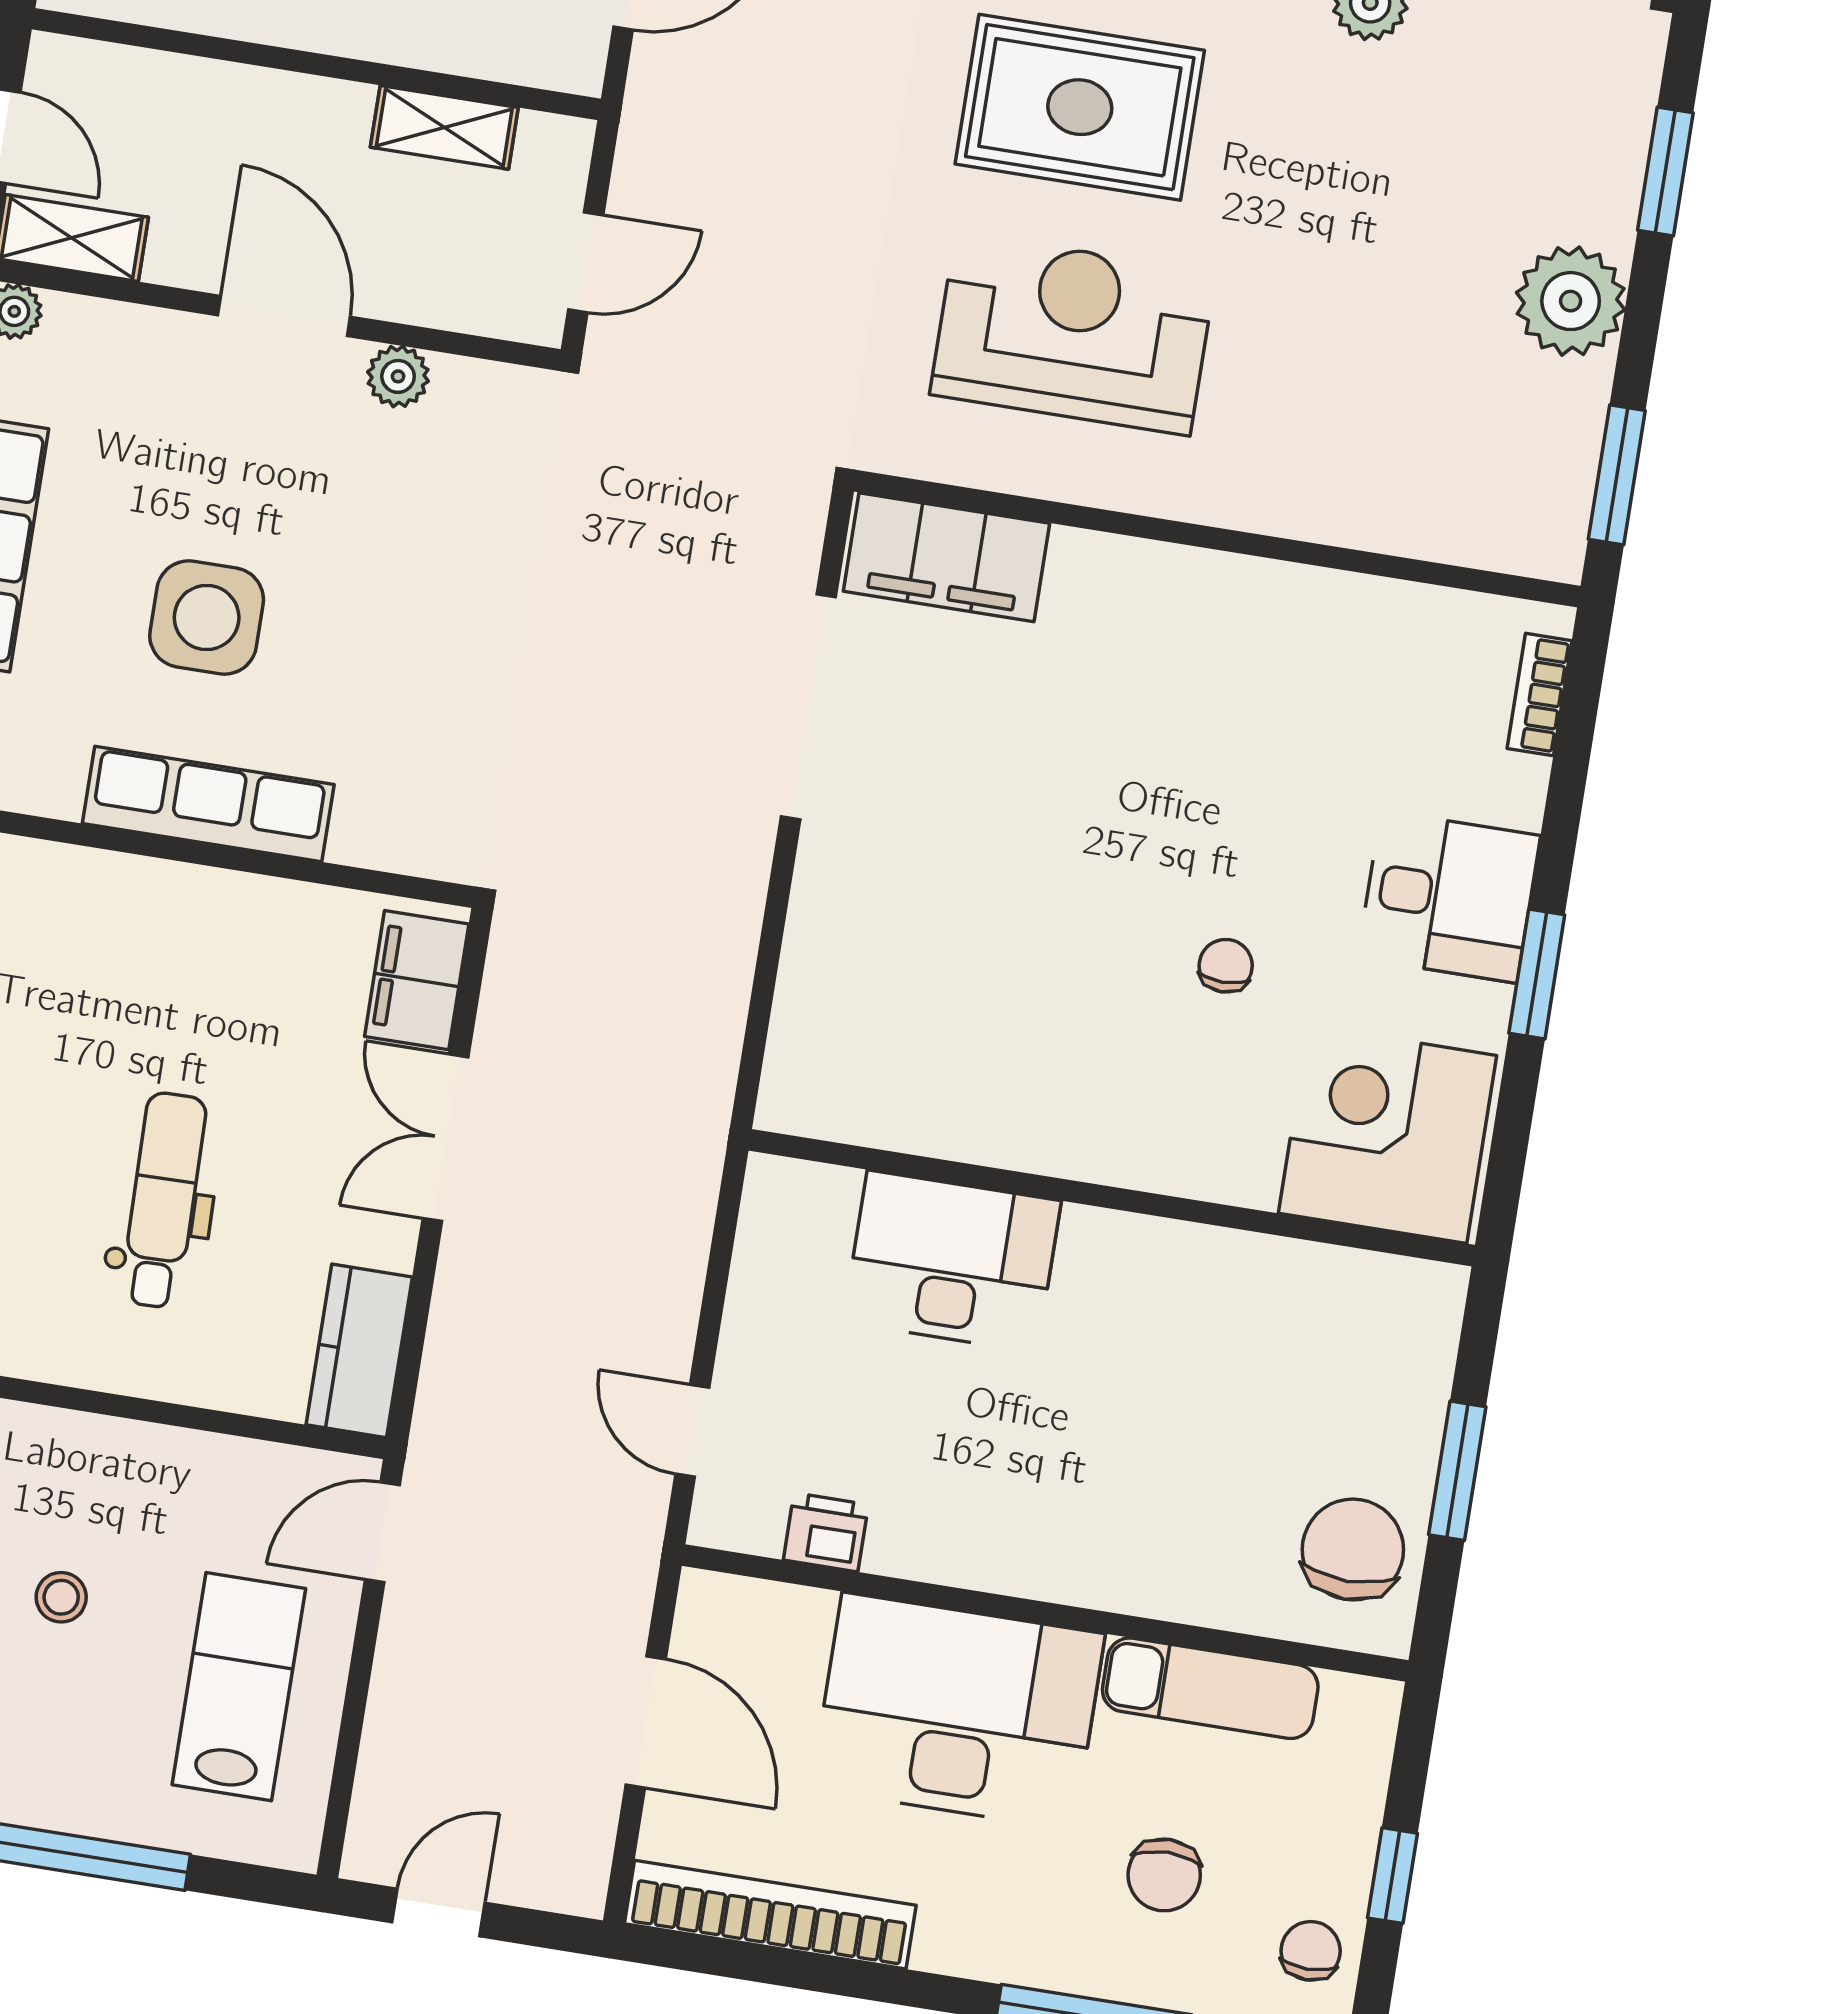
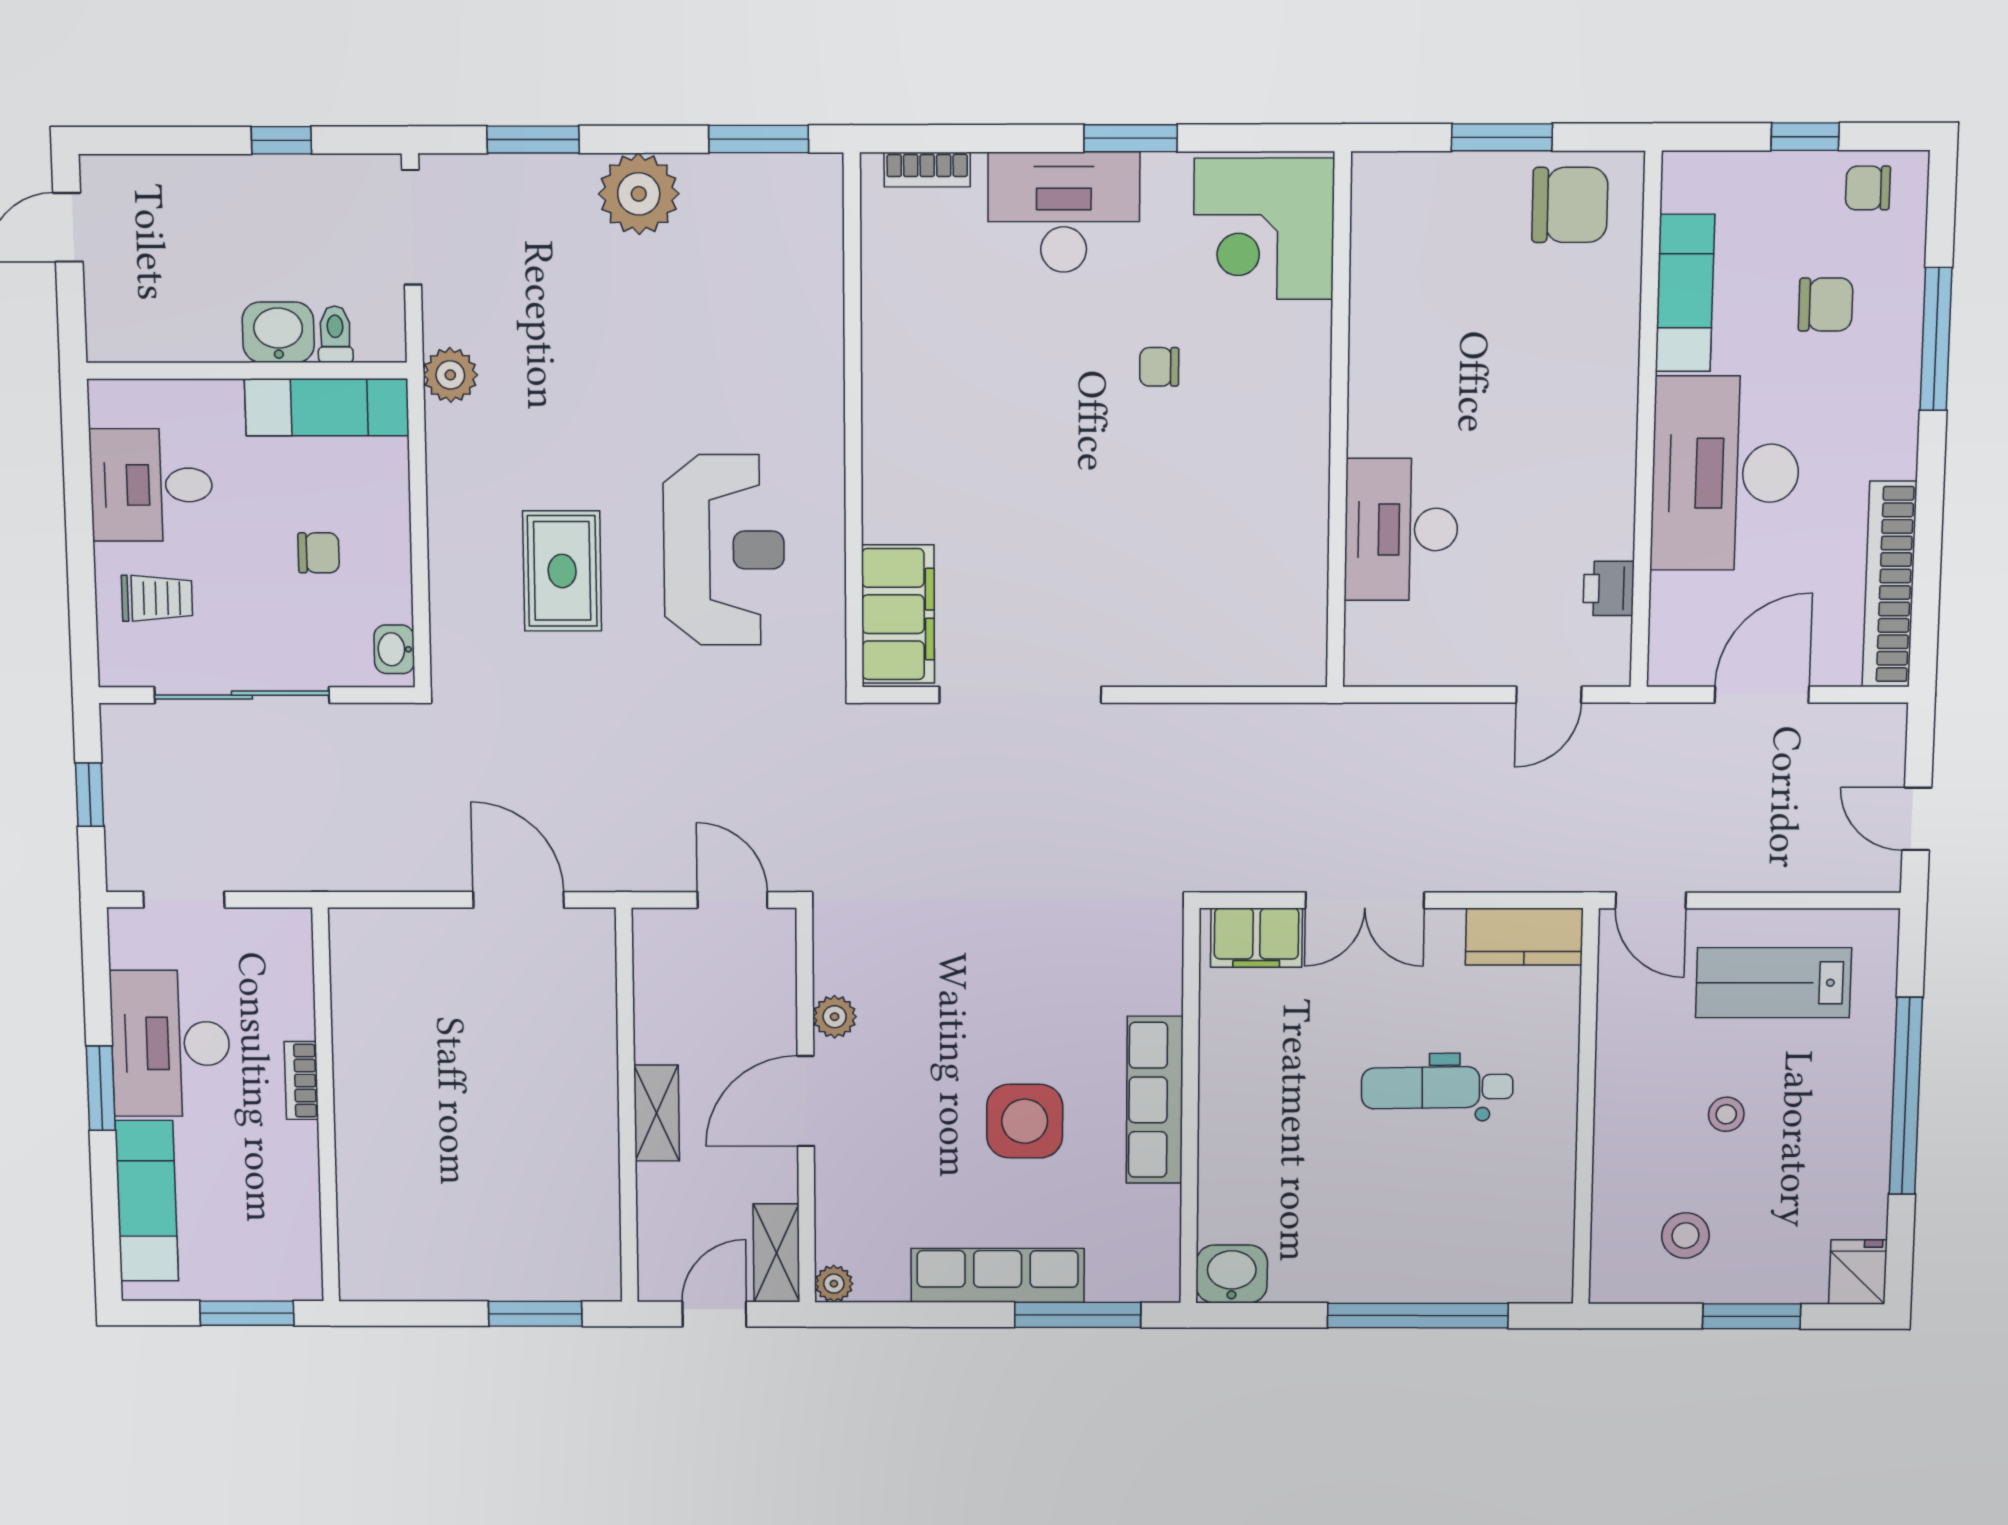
rug: (1080, 107) -> (562, 571), width x0.73, depth x0.70
shelving: (444, 127) -> (657, 1113), moved
reception desk: (1073, 334) -> (724, 550), turned 180
desk: (1449, 897) -> (1064, 212), width x1.37
chair: (1353, 1550) -> (1570, 205), turned 180

